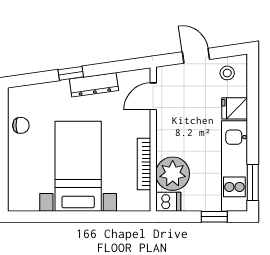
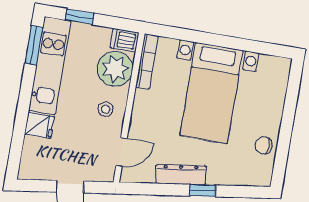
stool: (227, 73) -> (106, 109), moved
bookcase: (144, 164) -> (147, 61), moved

